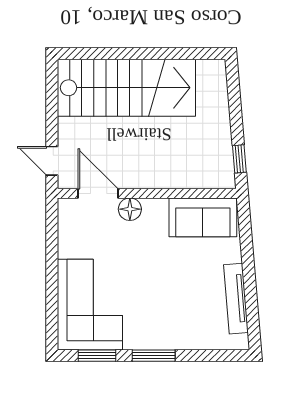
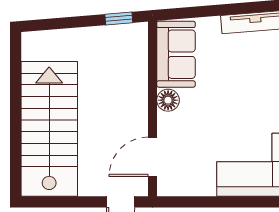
floor lamp: (130, 209) -> (168, 100), moved

